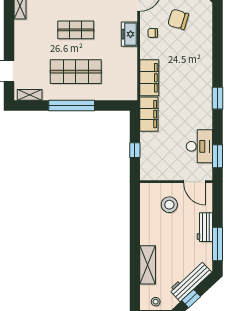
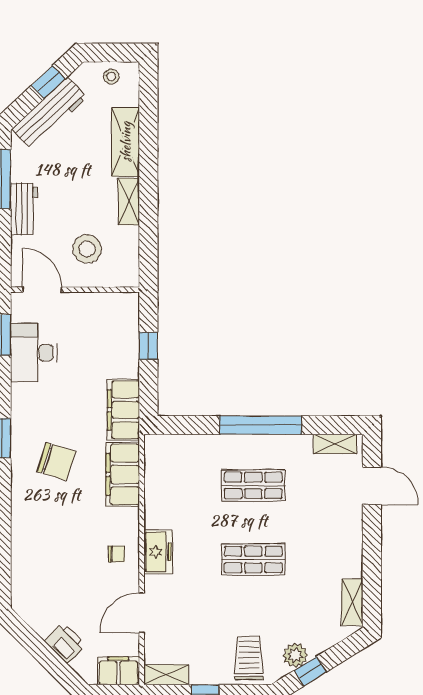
chair: (178, 19) -> (56, 461), moved
shop shelf: (76, 72) -> (253, 485), width x0.70, depth x0.74
shelving: (146, 231) -> (129, 202), added

